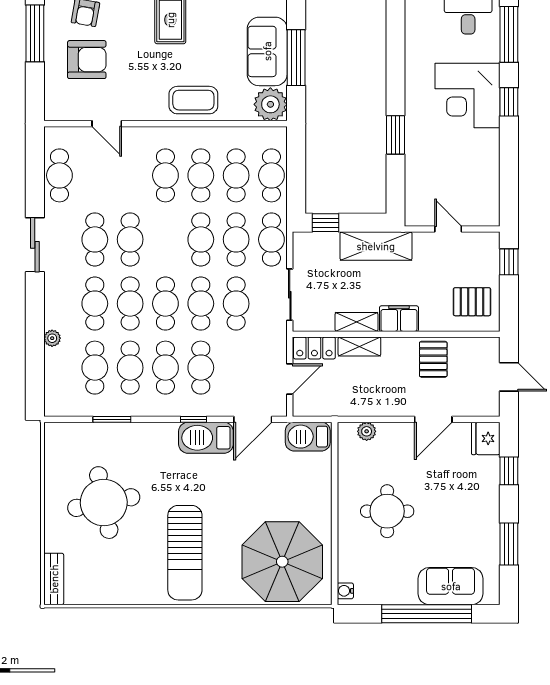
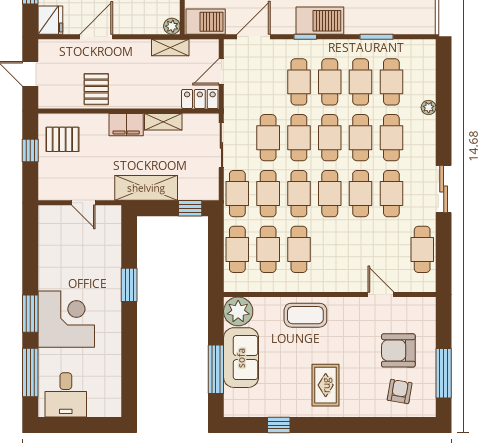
window: (296, 58) -> (216, 369), moved
window: (509, 102) -> (30, 314), width x1.50
cafe table: (165, 175) -> (330, 194), moved
window: (509, 262) -> (30, 151), moved
shelving: (359, 346) -> (170, 47), moved
plant: (367, 431) -> (172, 26), moved
barbecue: (206, 438) -> (320, 21), moved

